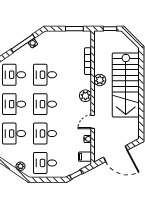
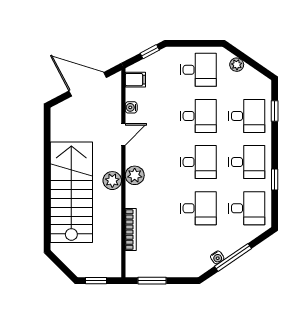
plant: (100, 80) -> (112, 181), moved

